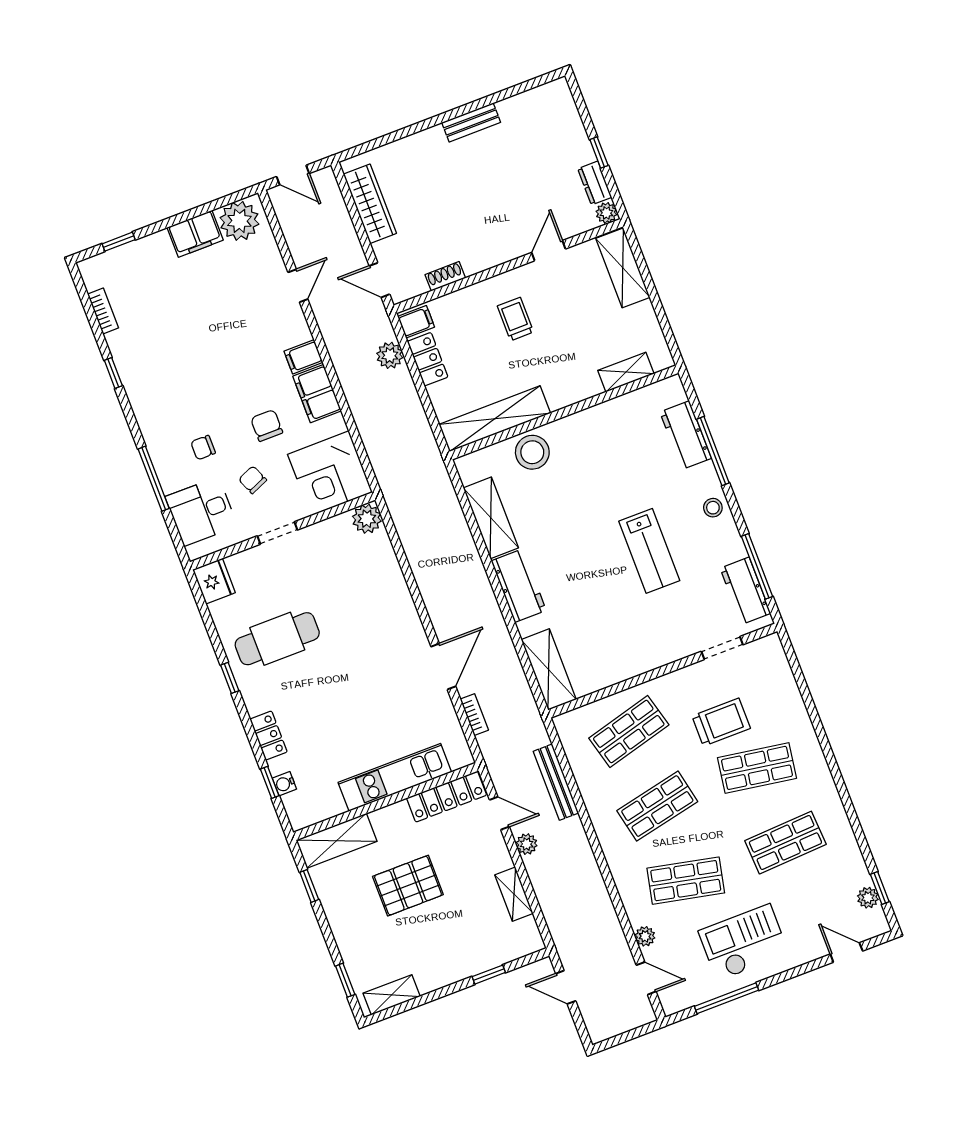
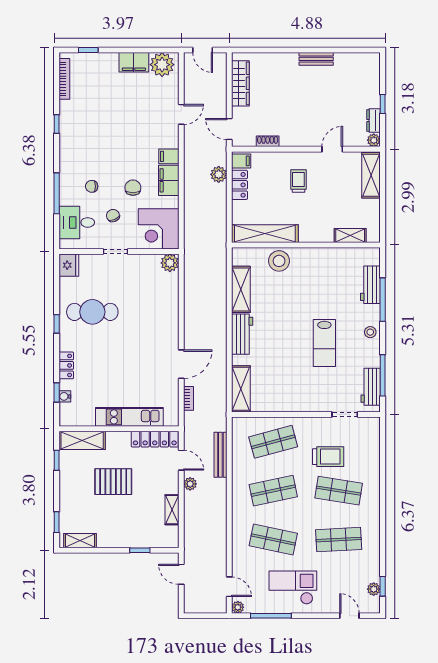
bookcase: (103, 311) -> (64, 79), width x1.56
plant: (645, 936) -> (238, 607), moved

